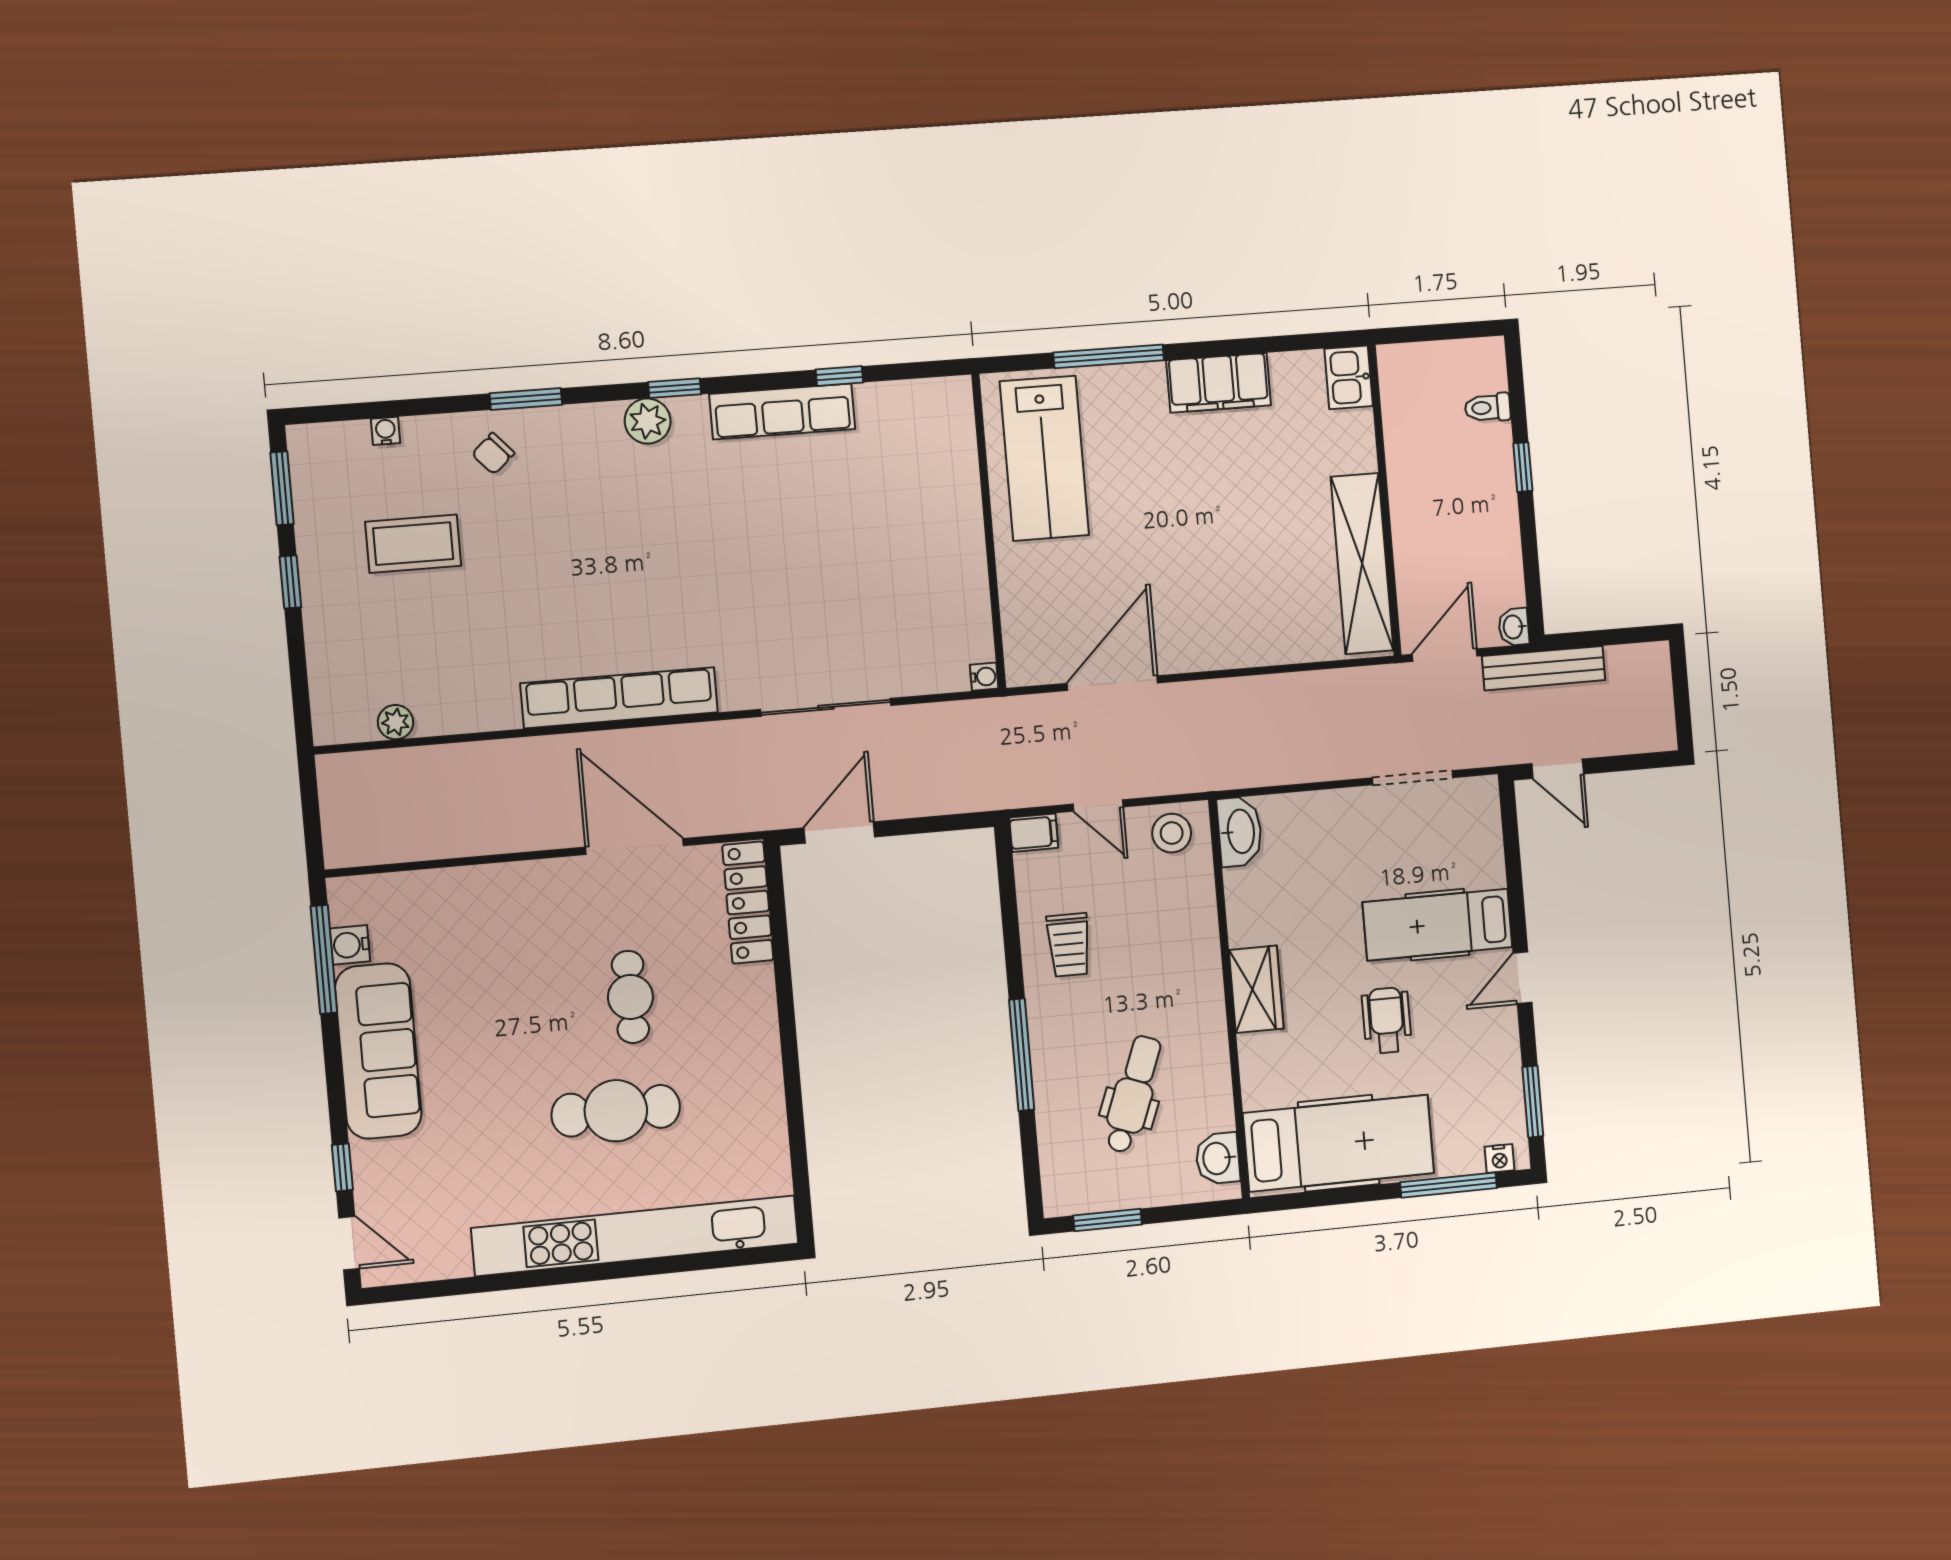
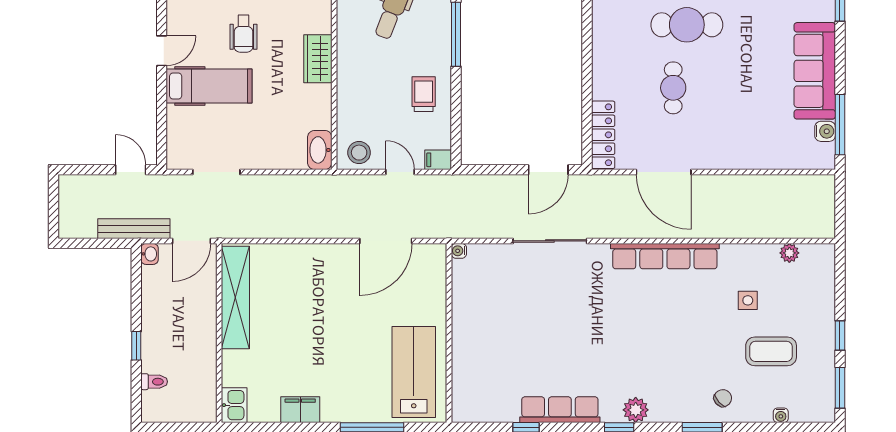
filing cabinet: (1219, 383) -> (300, 410), width x0.67, depth x0.86
side table: (463, 631) -> (748, 300), added

